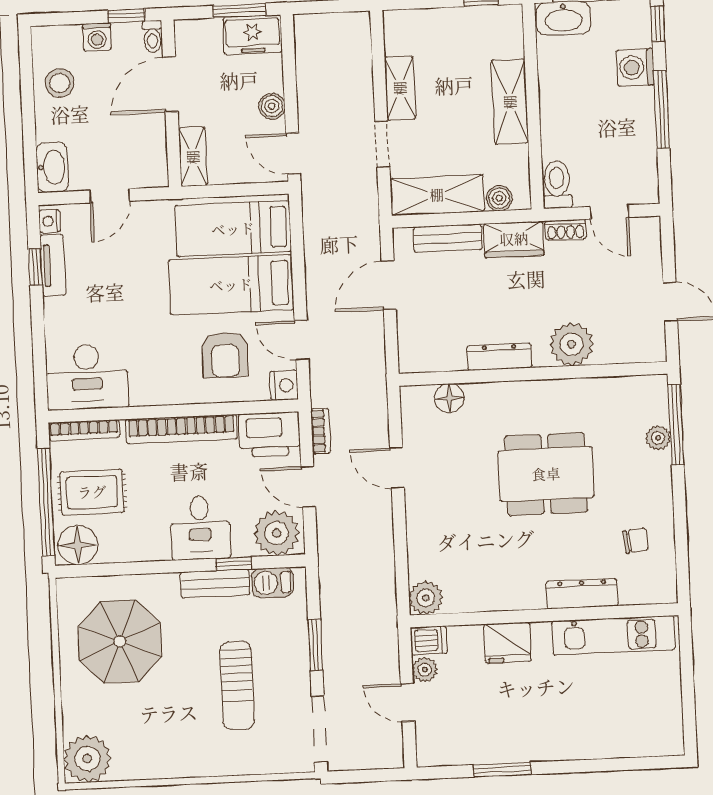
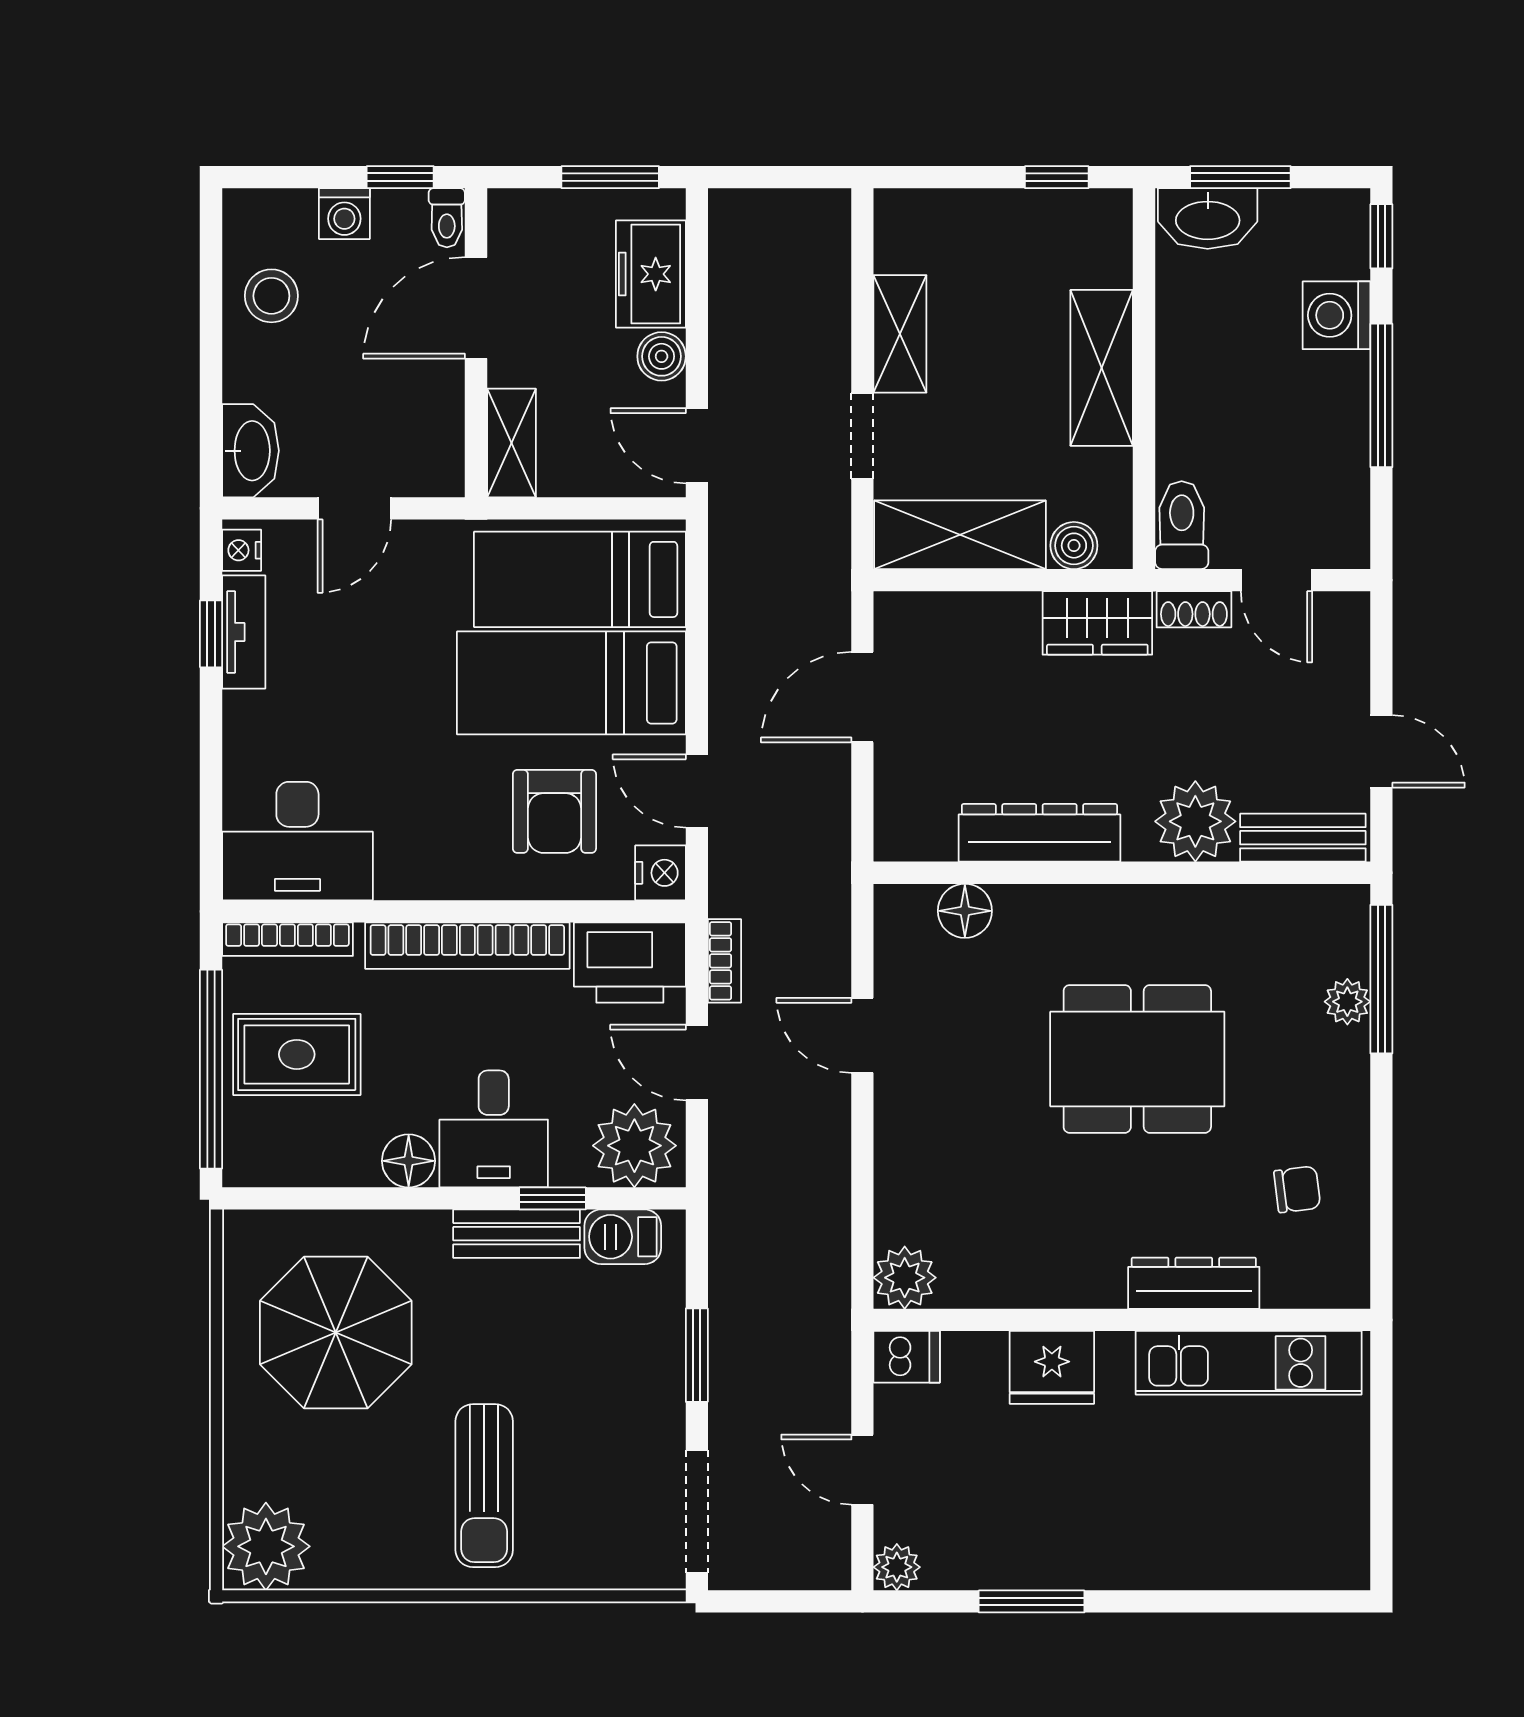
freezer: (253, 35) -> (651, 274), moved, turned 90
bench: (448, 238) -> (1303, 838), moved
dresser: (499, 357) -> (1039, 833), width x1.37, depth x1.24
floor lamp: (78, 545) -> (409, 1161), moved, width x0.73, depth x0.73
plant: (425, 670) -> (897, 1567), moved
sun lounger: (237, 686) -> (484, 1486), moved

